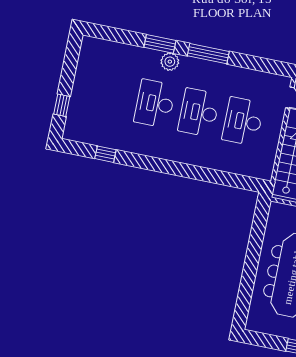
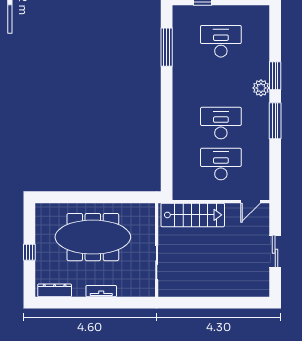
desk: (155, 104) -> (221, 41), moved
window: (105, 154) -> (167, 47), width x2.17

